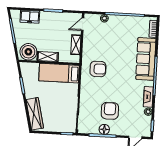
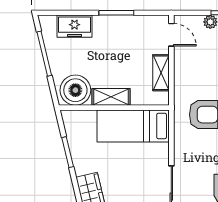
door: (83, 24) -> (171, 35), swing flipped

